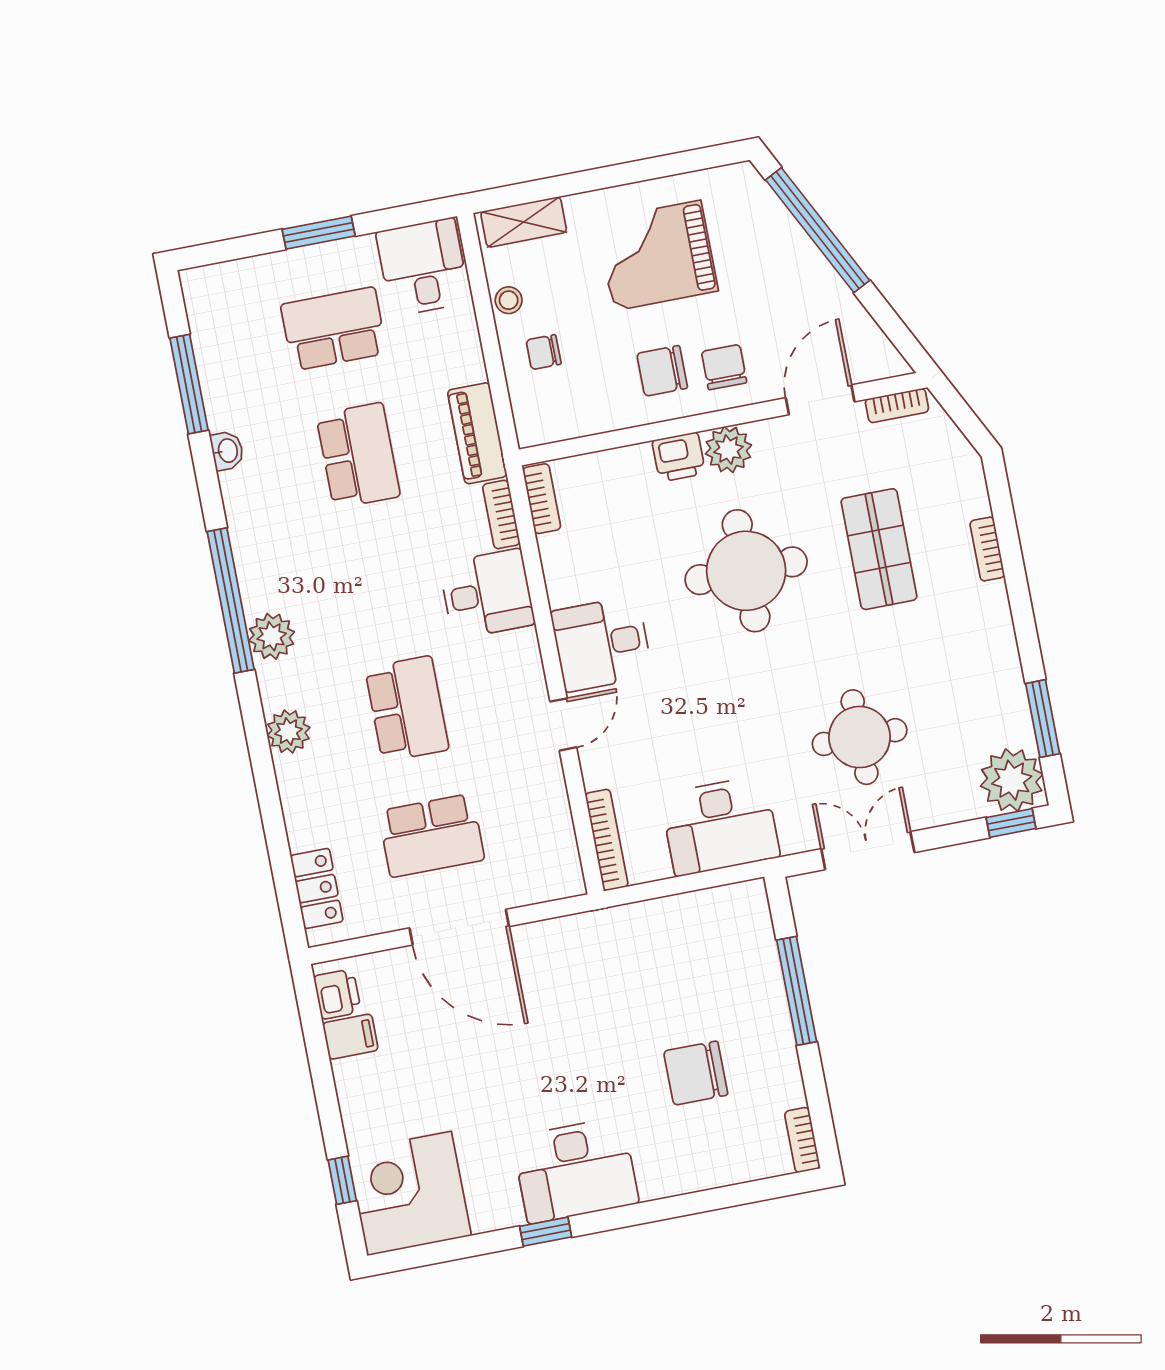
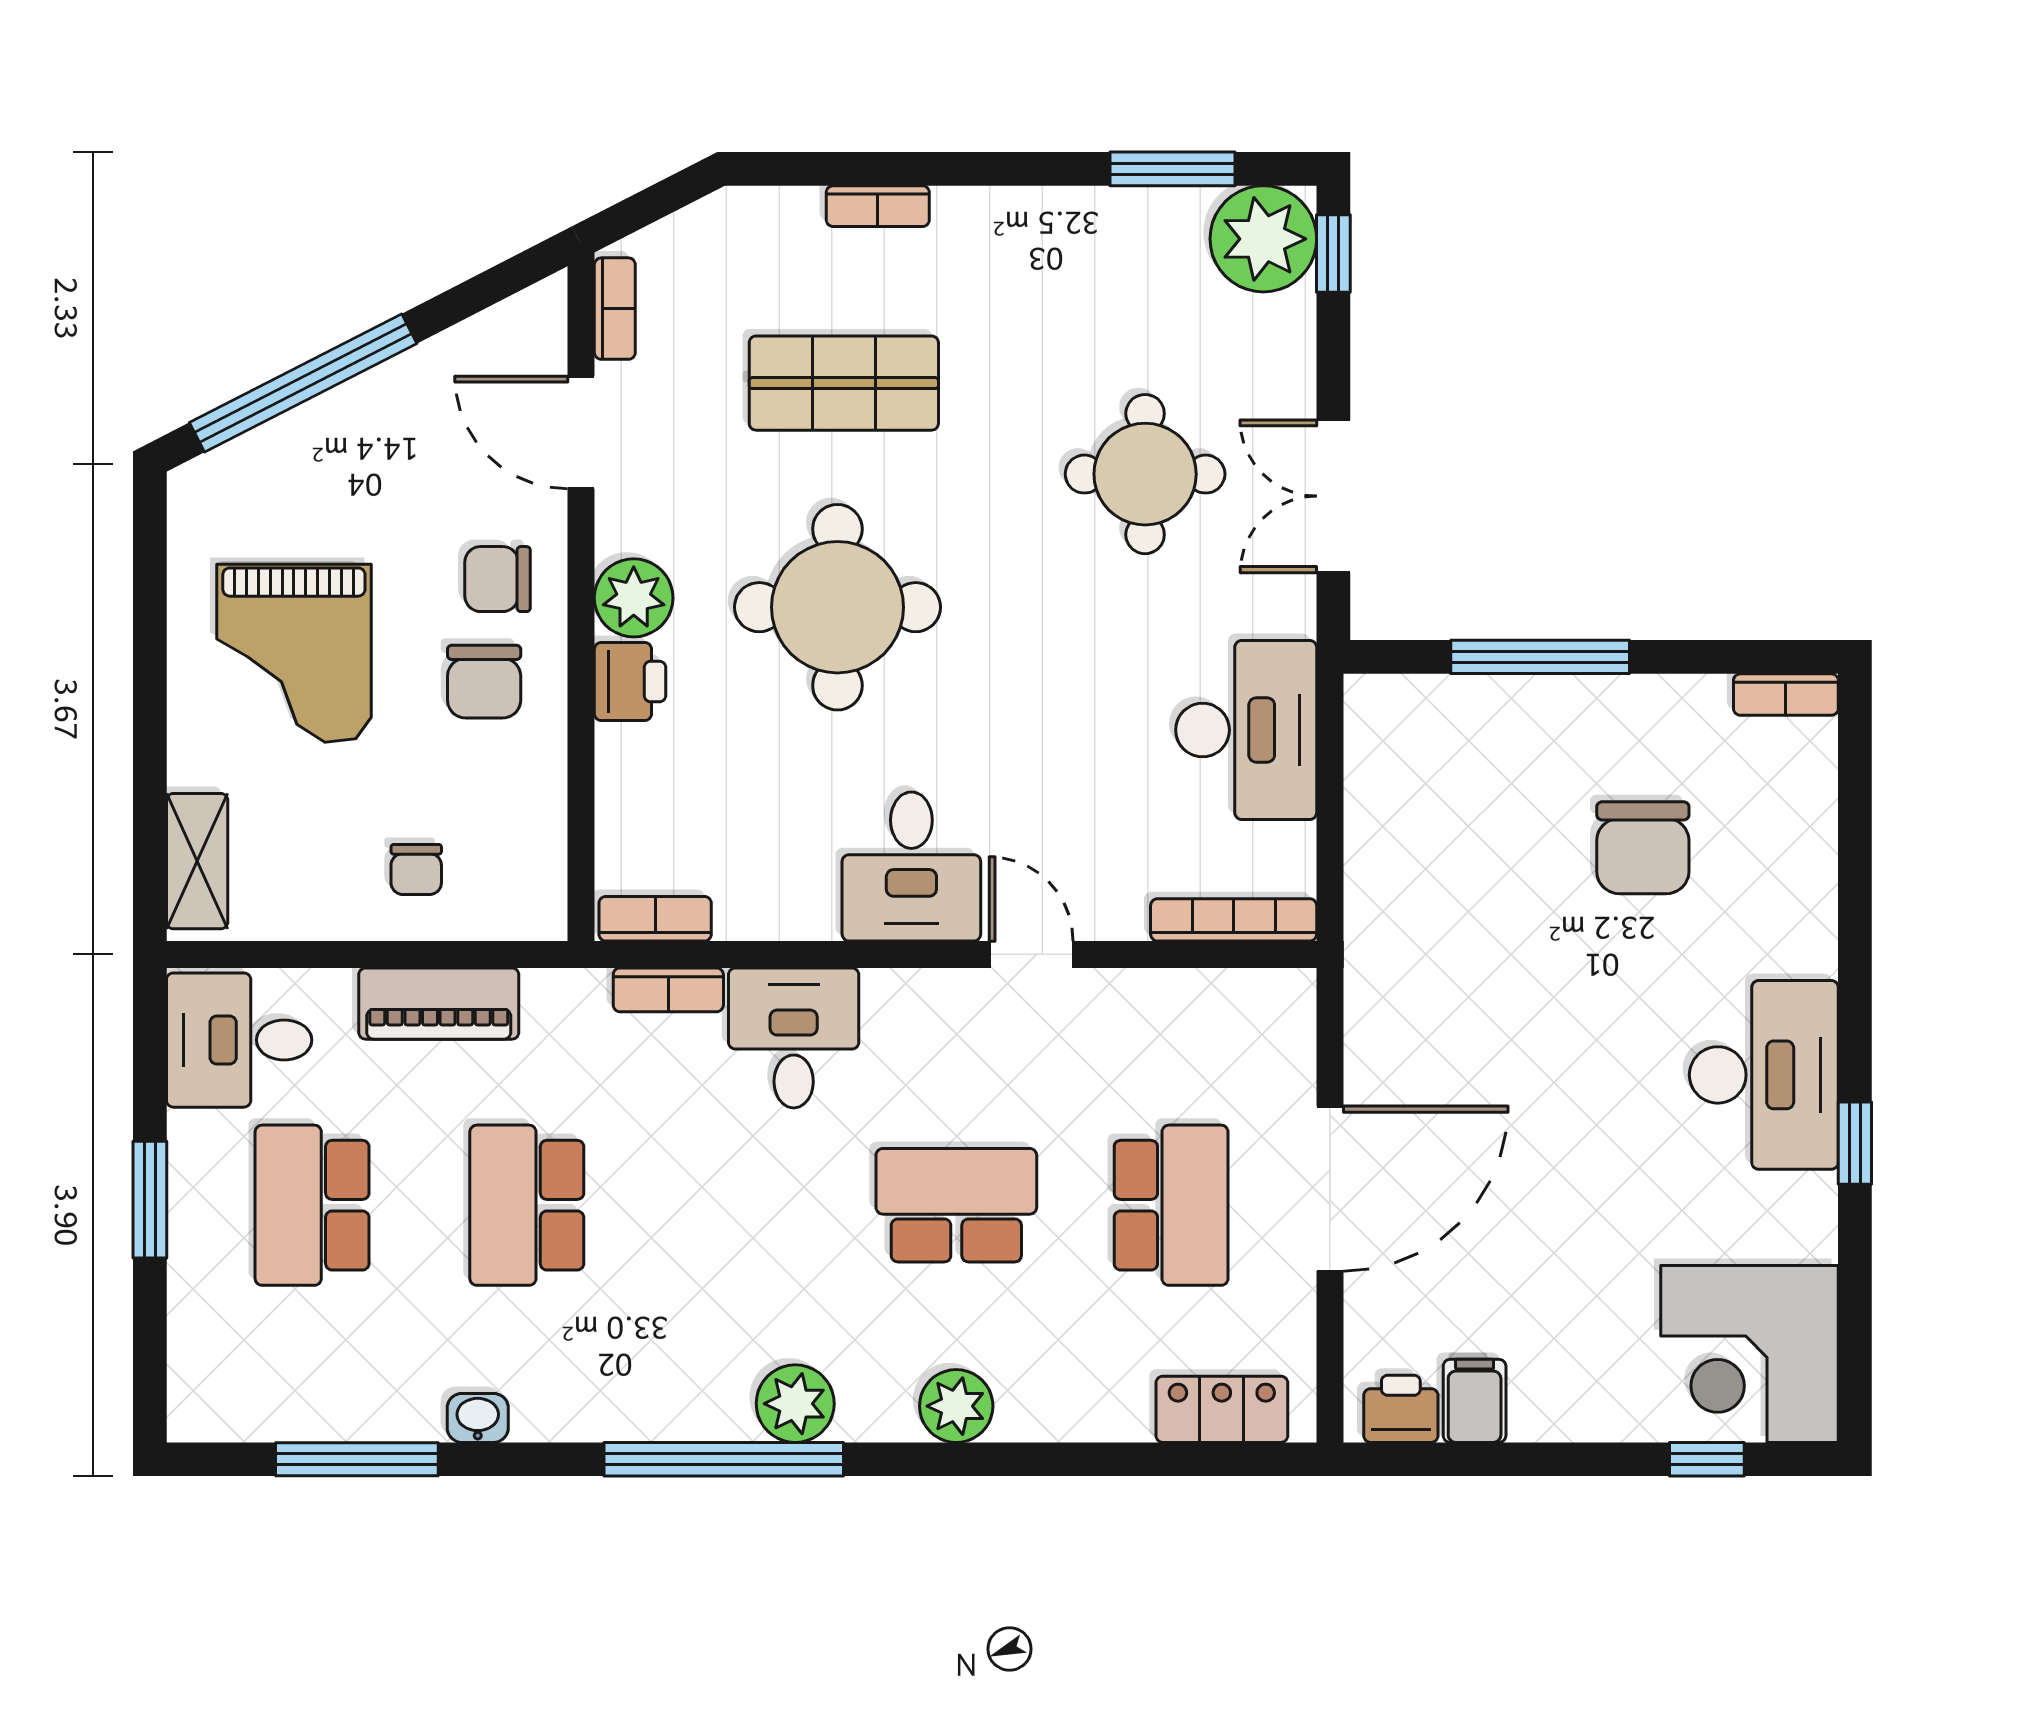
stool: (509, 300) -> (320, 910), removed
piano: (477, 433) -> (439, 1004), moved
school desk: (358, 455) -> (527, 1205), turned -90

